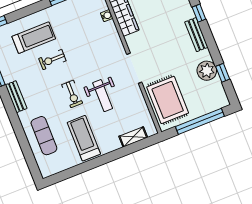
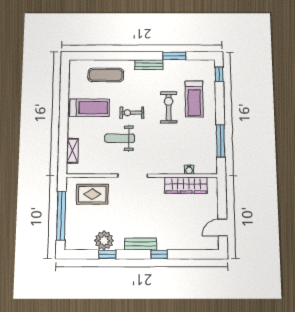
exercise bike: (52, 60) -> (169, 107), width x1.38, depth x1.39
window: (223, 73) -> (107, 254), moved
rug: (168, 100) -> (92, 194), width x0.73, depth x0.70

